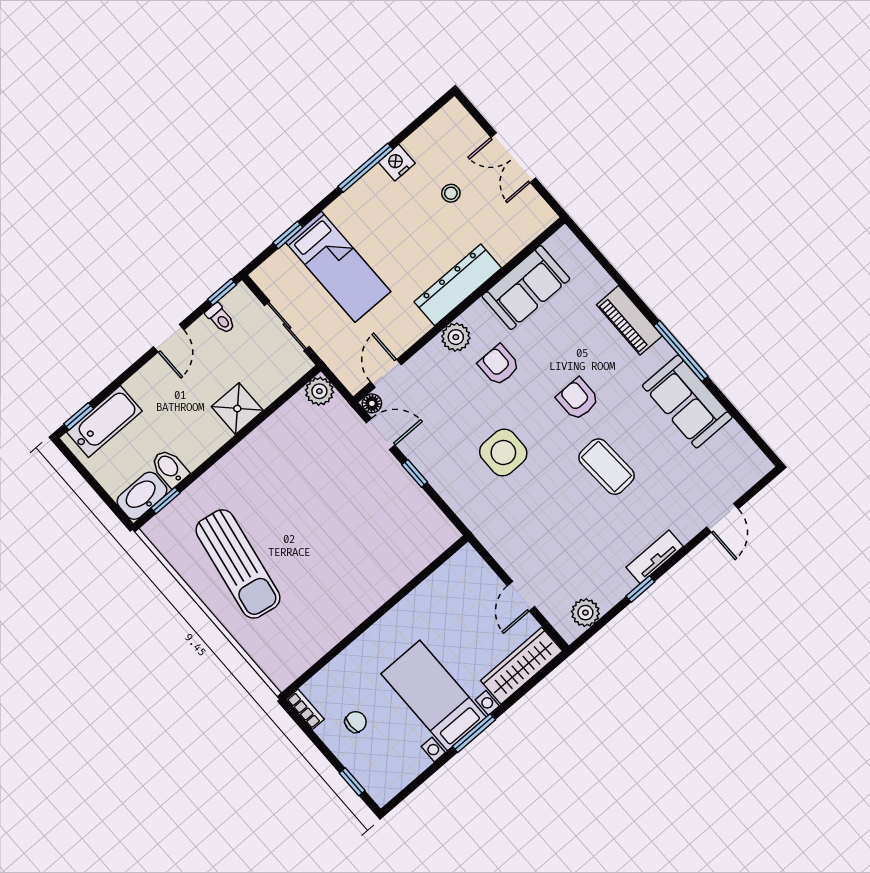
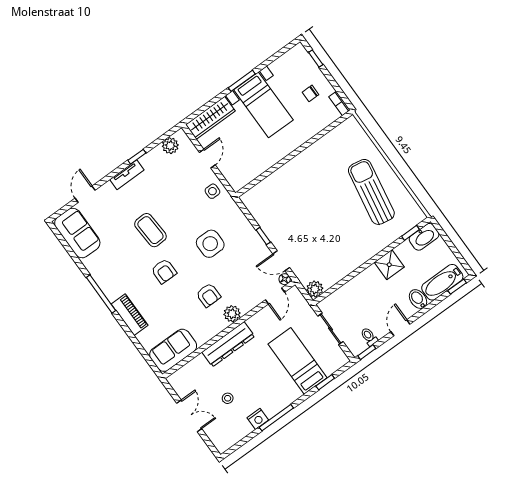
sofa: (526, 288) -> (173, 350), moved
sofa: (687, 402) -> (77, 233), moved
shower: (237, 409) -> (389, 265), moved
bidet: (170, 468) -> (418, 299), moved, turned 180
side table: (507, 542) -> (212, 191), added

